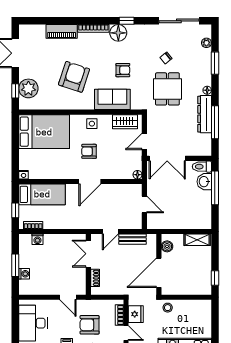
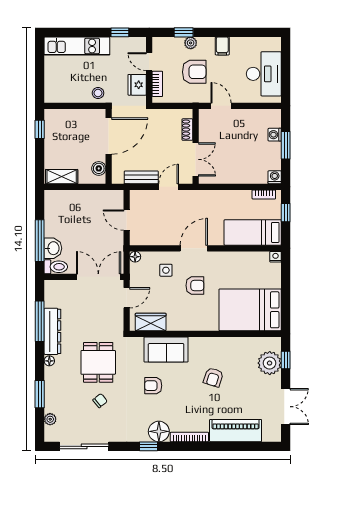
piano: (62, 31) -> (236, 431), width x1.37, depth x1.33
armchair: (74, 77) -> (213, 377), width x0.53, depth x0.53
side table: (92, 124) -> (166, 270), moved
washing machine: (37, 239) -> (275, 177), moved

